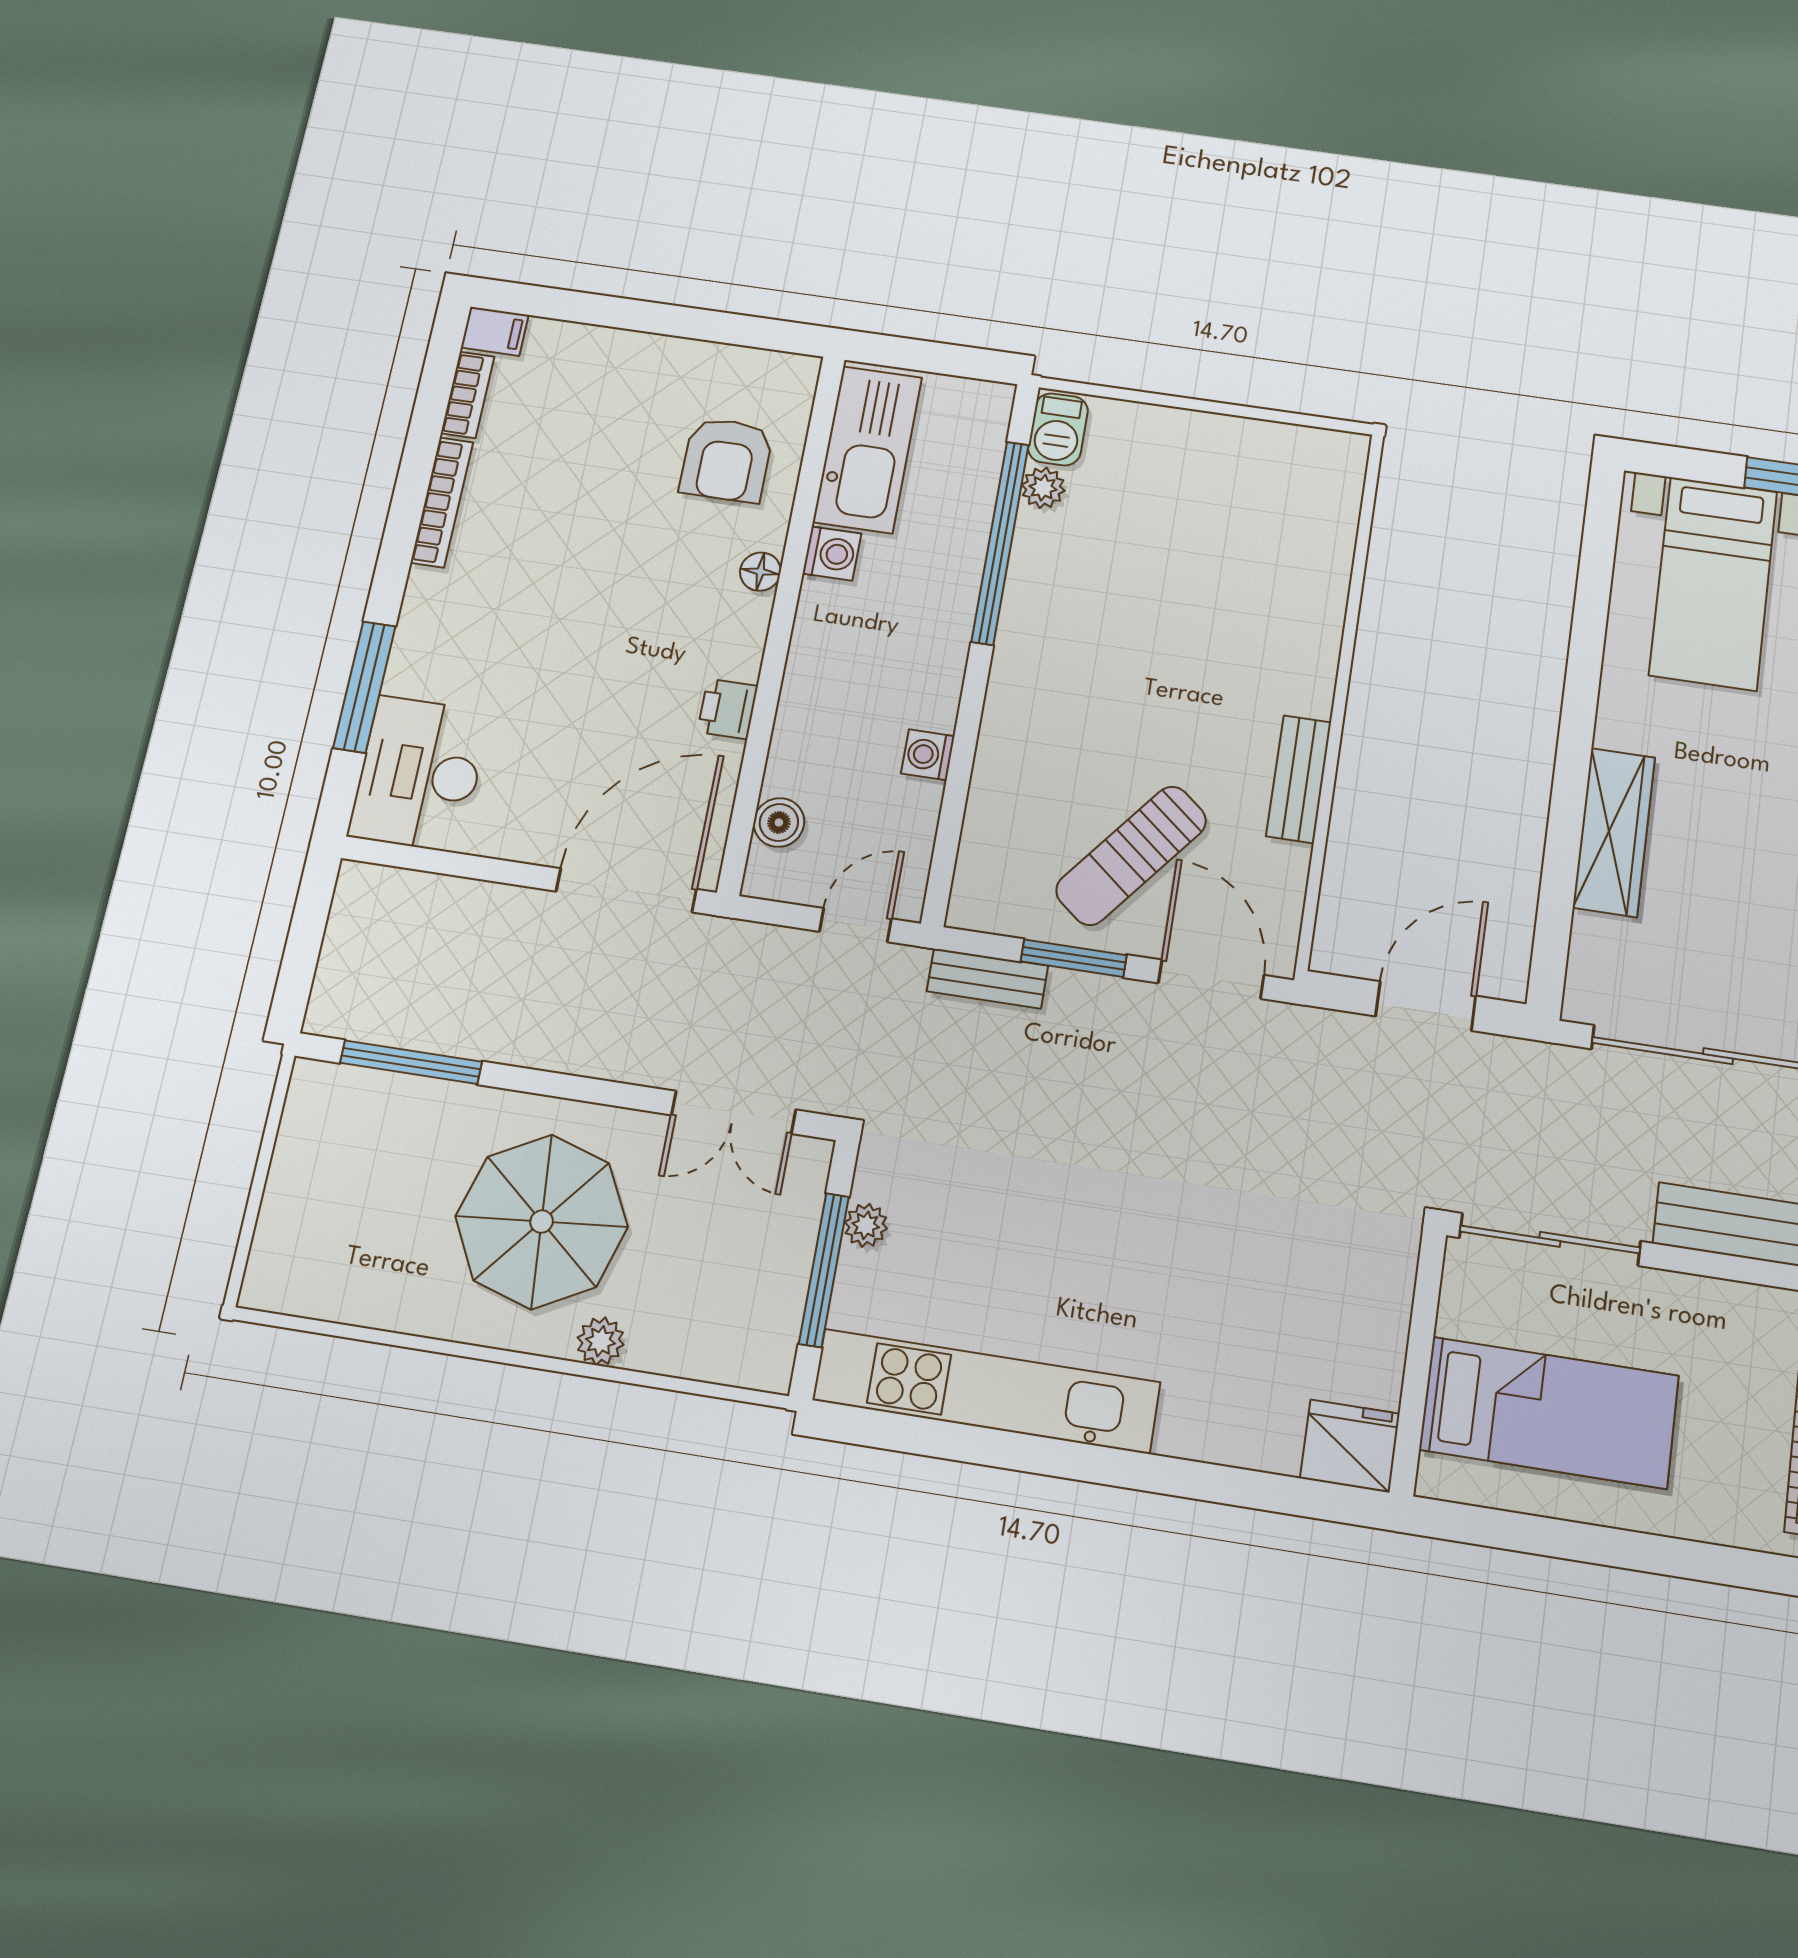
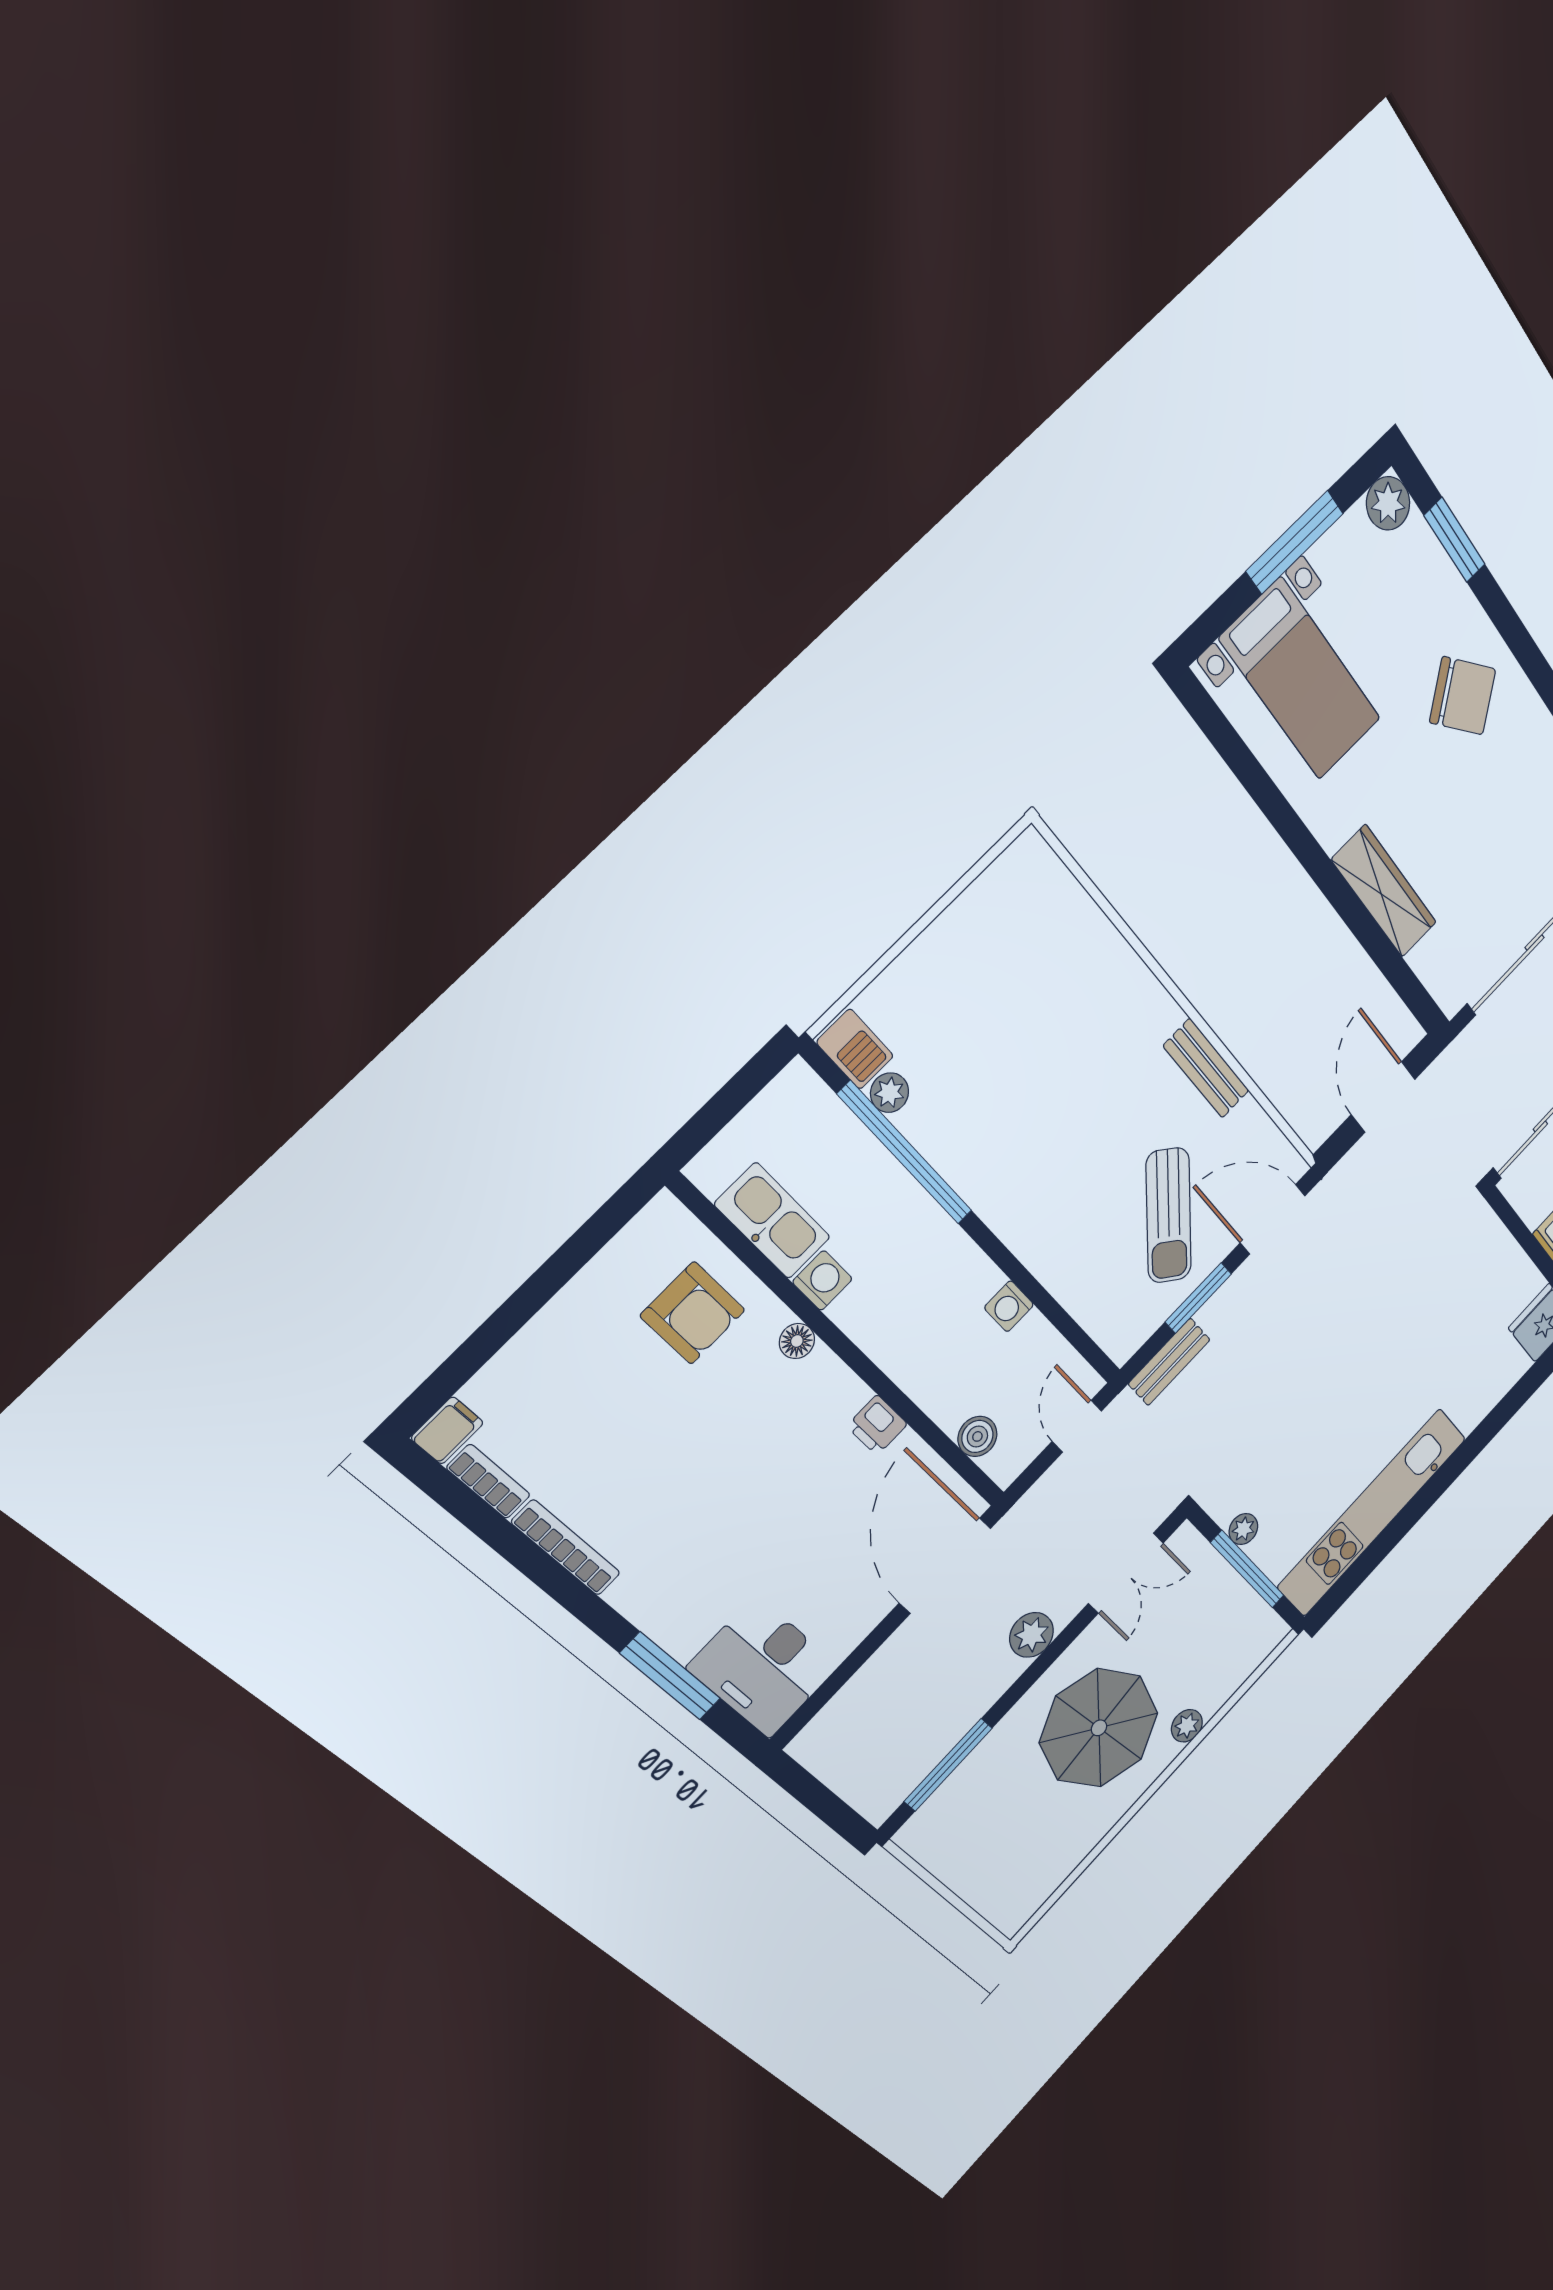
kitchen sink: (868, 449) -> (772, 1221), width x0.73, depth x0.81
plant: (605, 1050) -> (1032, 1635), added

